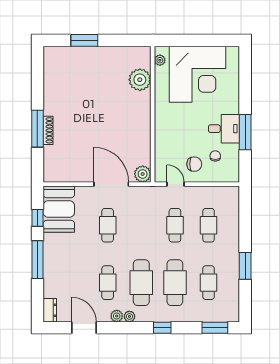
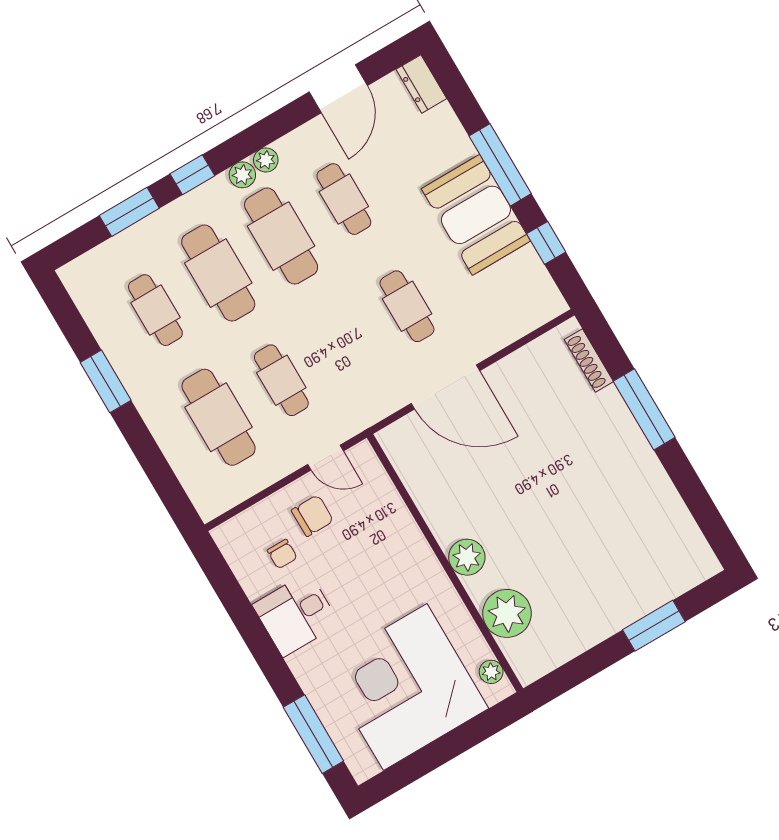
shoe rack: (48, 130) -> (589, 361), moved
window: (245, 132) -> (313, 734), moved
chair: (194, 164) -> (312, 516), turned 180
plant: (143, 174) -> (467, 557), moved
booth: (59, 209) -> (476, 215), moved
cafe table: (209, 225) -> (219, 417), width x1.37, depth x1.35
plant: (117, 316) -> (242, 175), moved
door: (84, 328) -> (338, 89), hinge flipped
window: (215, 328) -> (129, 212), moved

